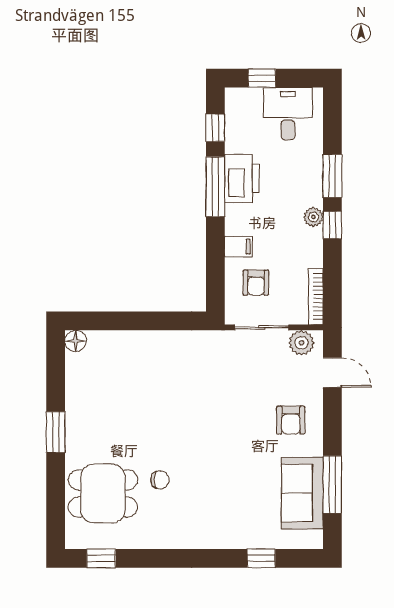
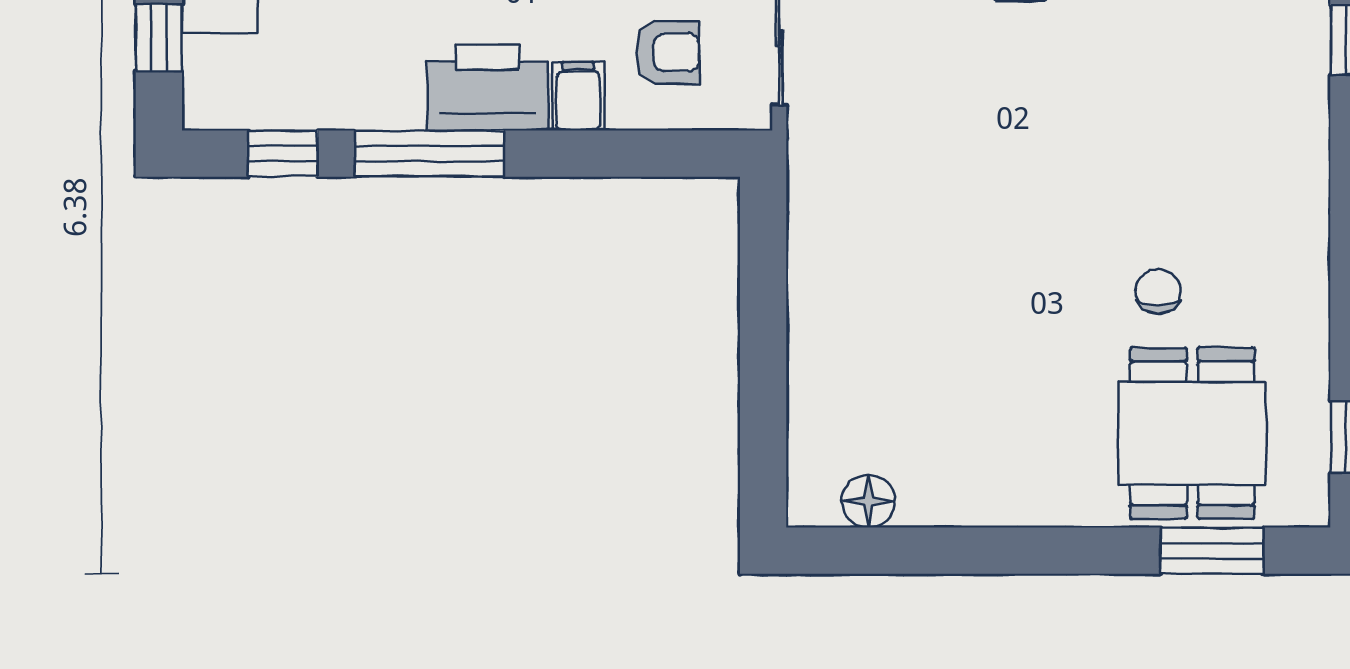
printer: (242, 178) -> (488, 87), moved
floor lamp: (76, 341) -> (868, 501), moved
window: (56, 432) -> (1212, 551), moved

